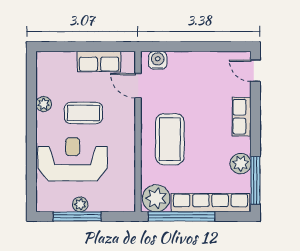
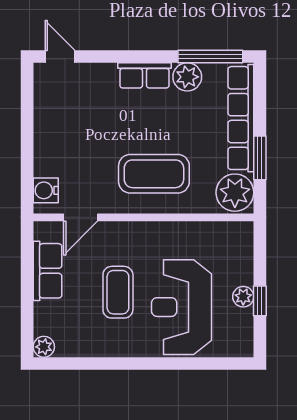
door: (255, 71) -> (60, 56), swing flipped
plant: (44, 104) -> (44, 347), moved
row of seats: (242, 117) -> (144, 75), moved
window: (77, 216) -> (260, 301), width x0.46
window: (181, 216) -> (260, 158), width x0.47

